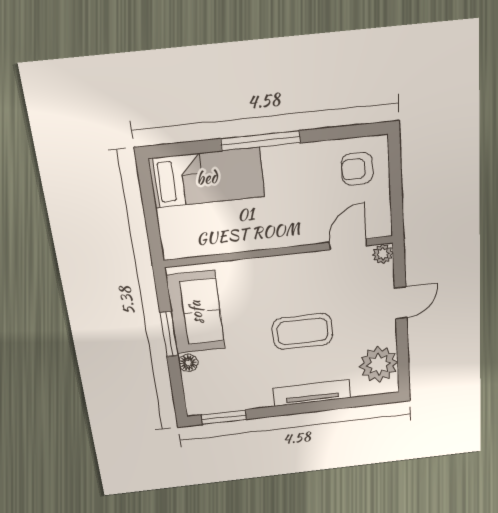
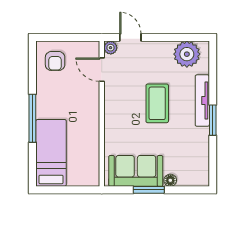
door: (401, 303) -> (130, 37), moved
window: (224, 417) -> (213, 120), moved

